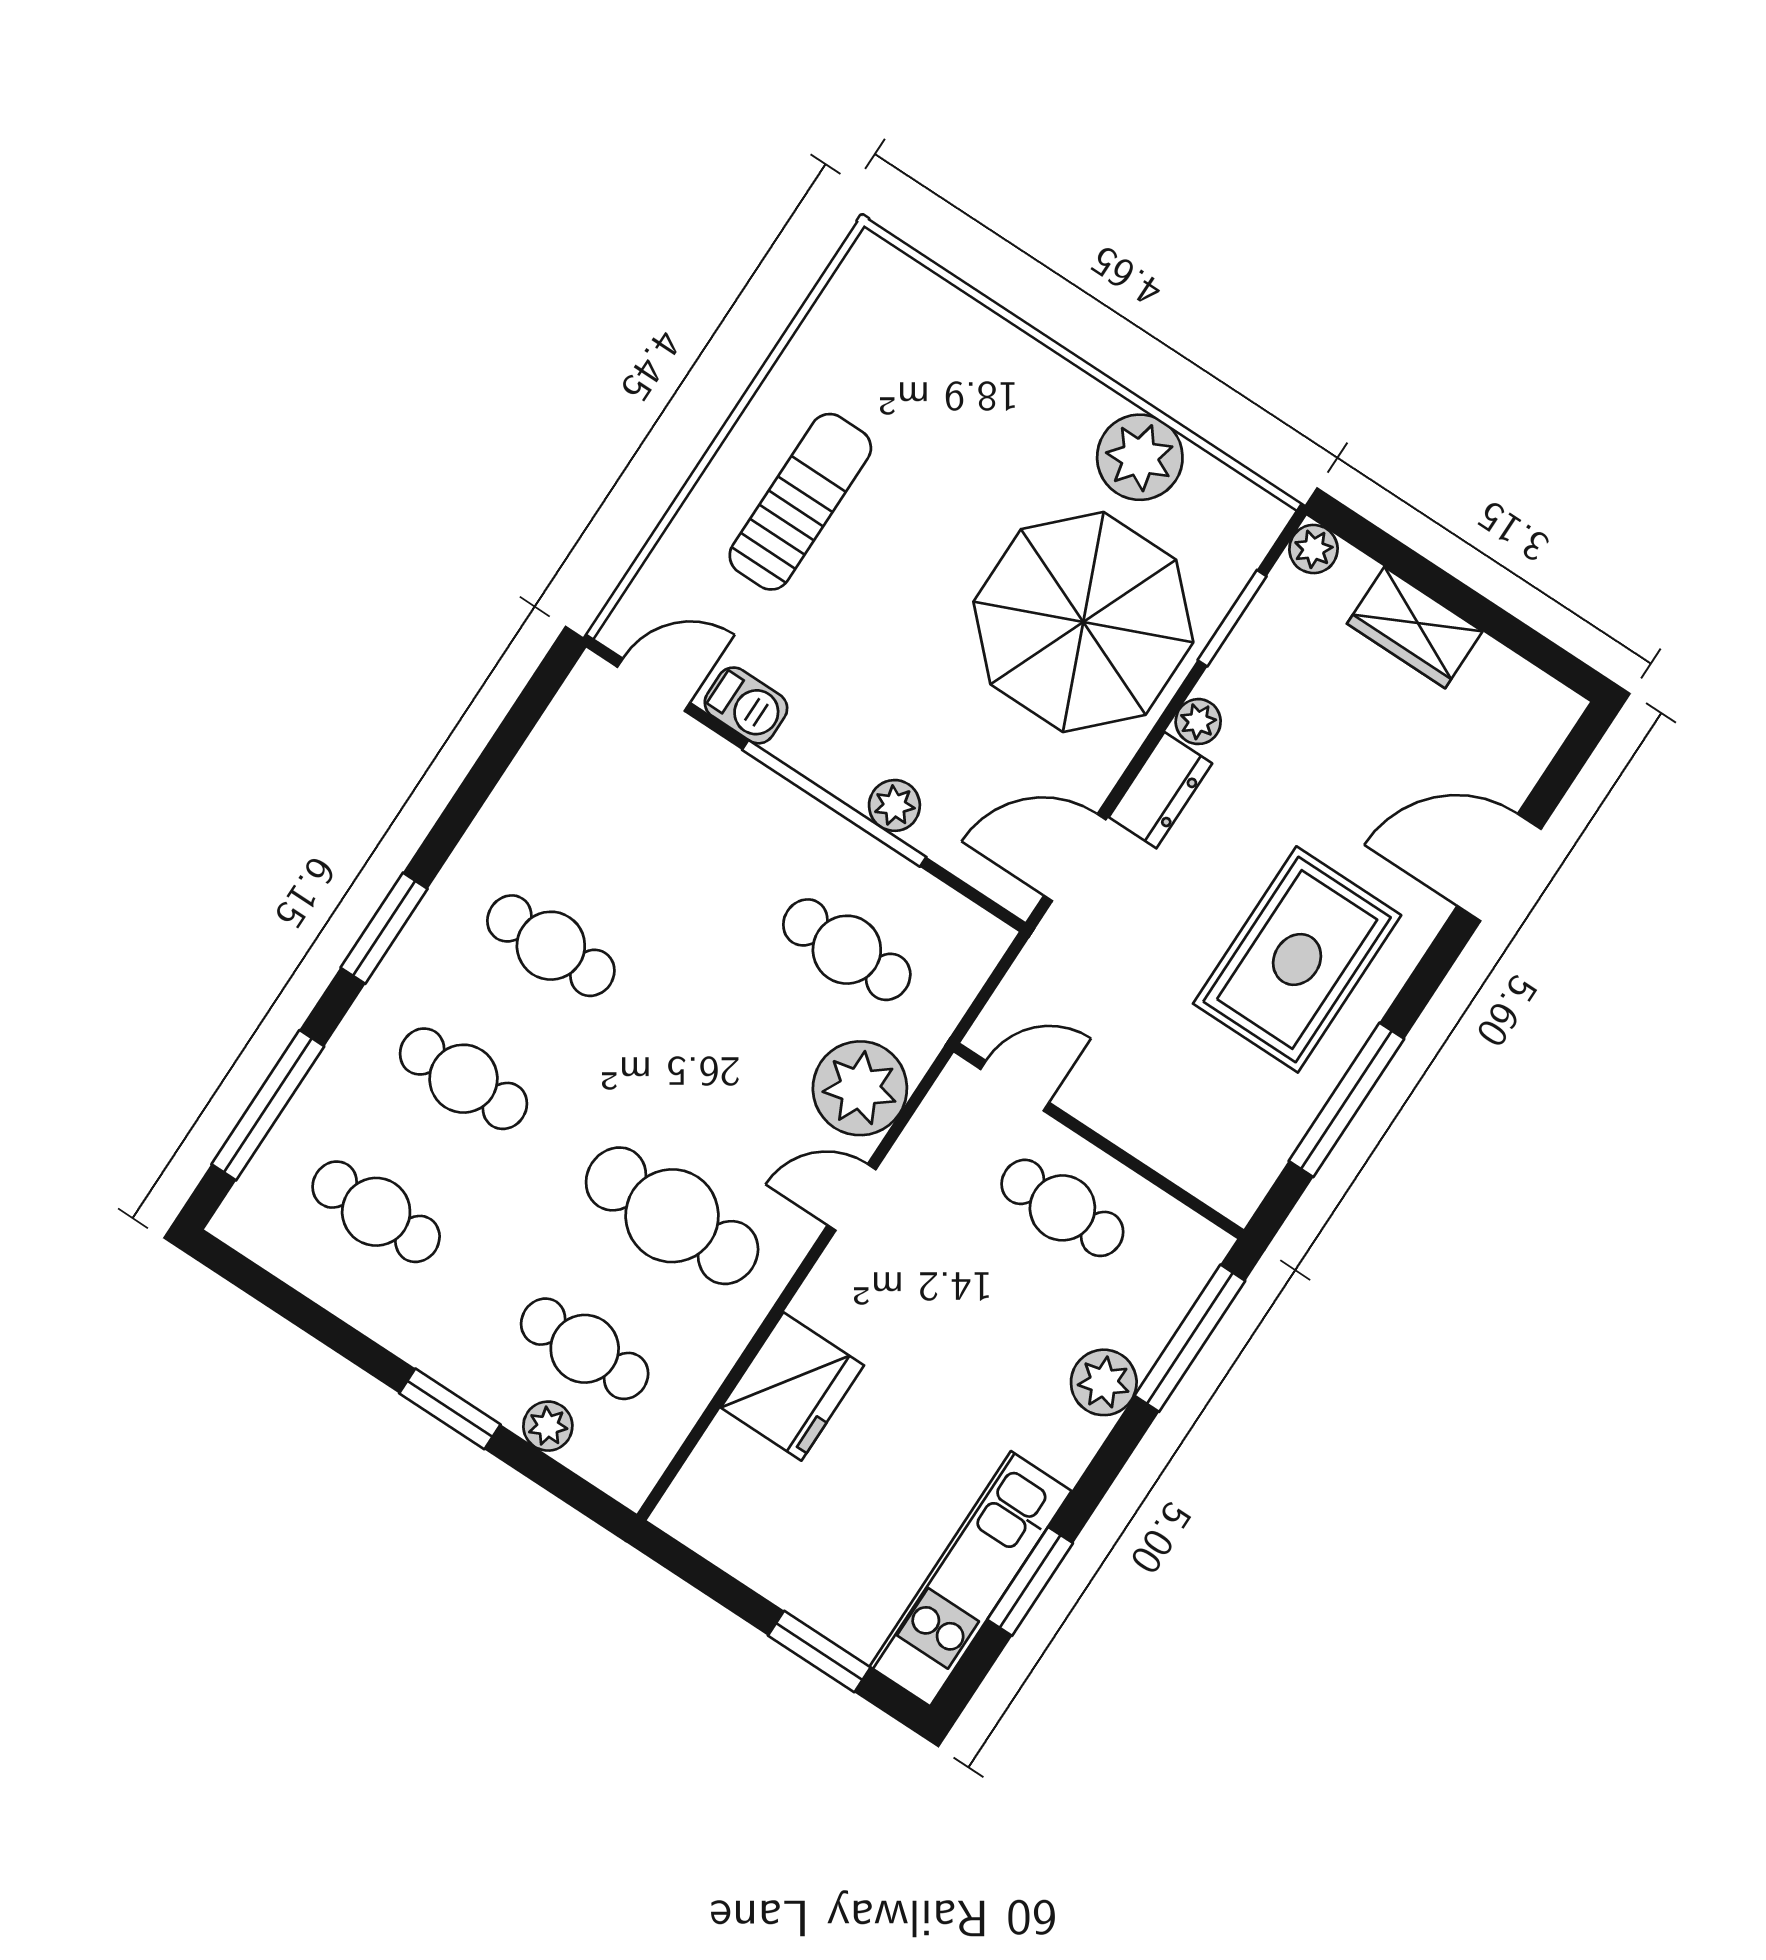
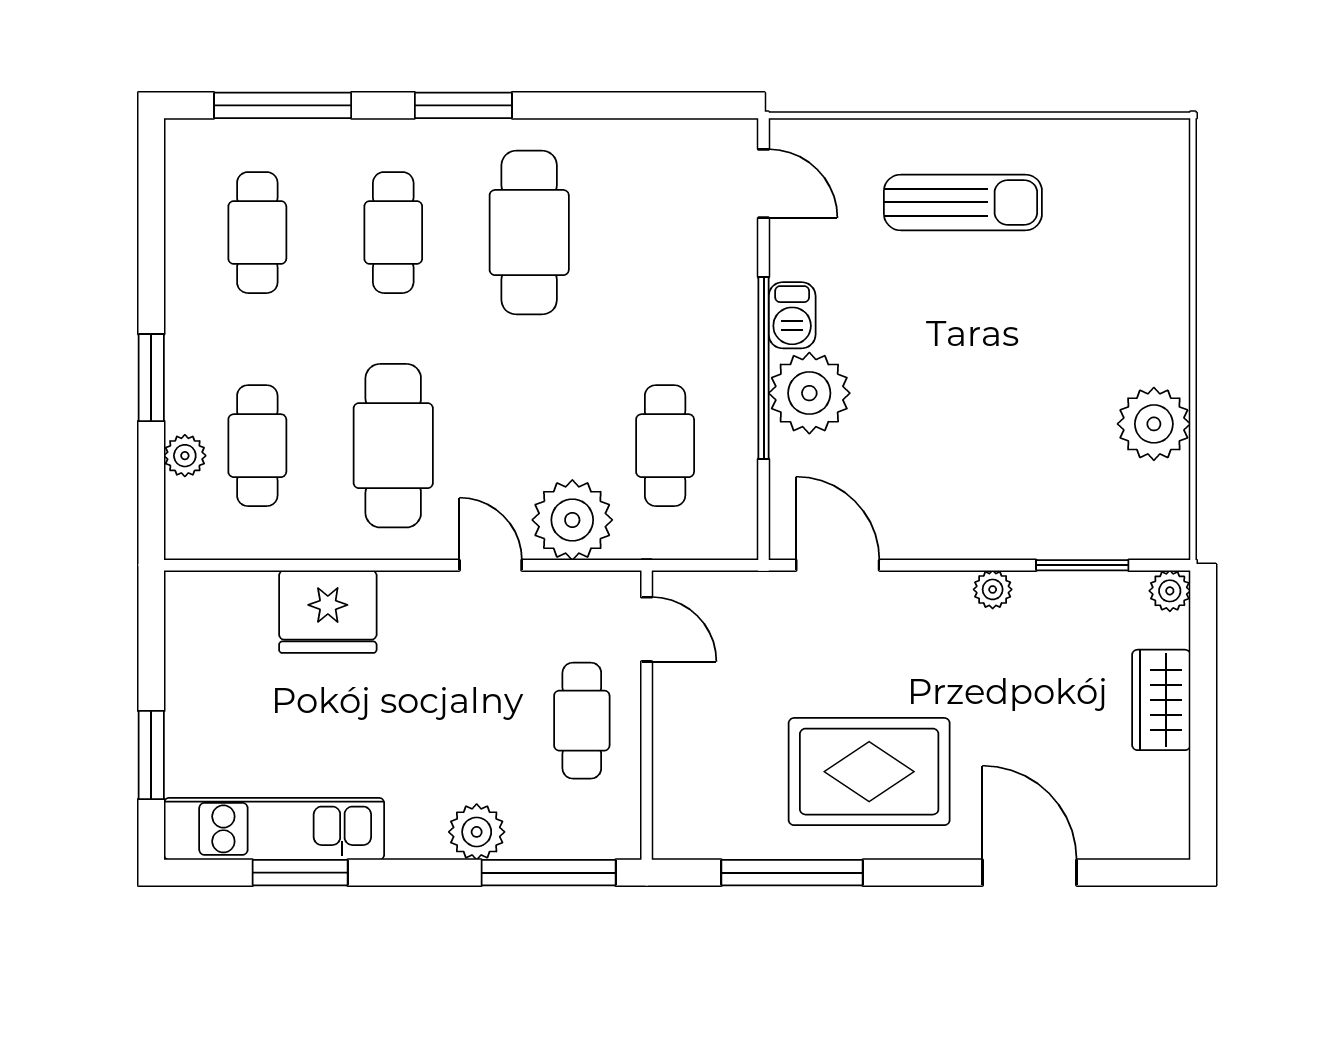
parasol: (1083, 622) -> (1010, 461), removed
barbecue: (746, 705) -> (792, 315), moved
dresser: (1160, 790) -> (926, 595), removed
plant: (894, 805) -> (809, 393), width x1.88, depth x1.88
cafe table: (551, 946) -> (529, 233), width x1.37, depth x1.35

